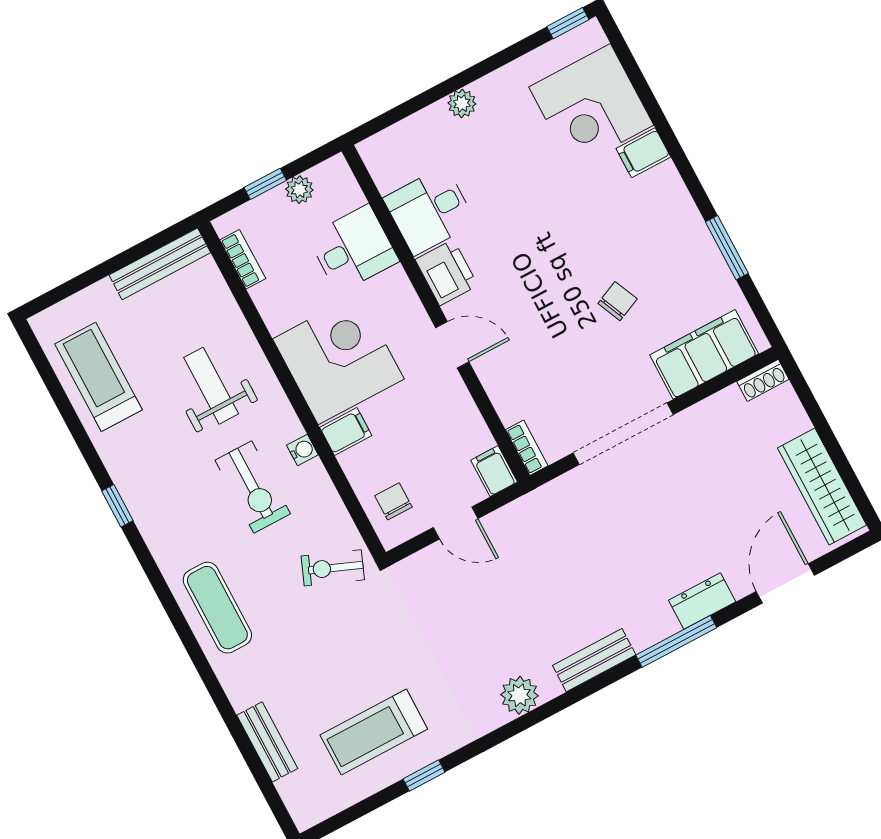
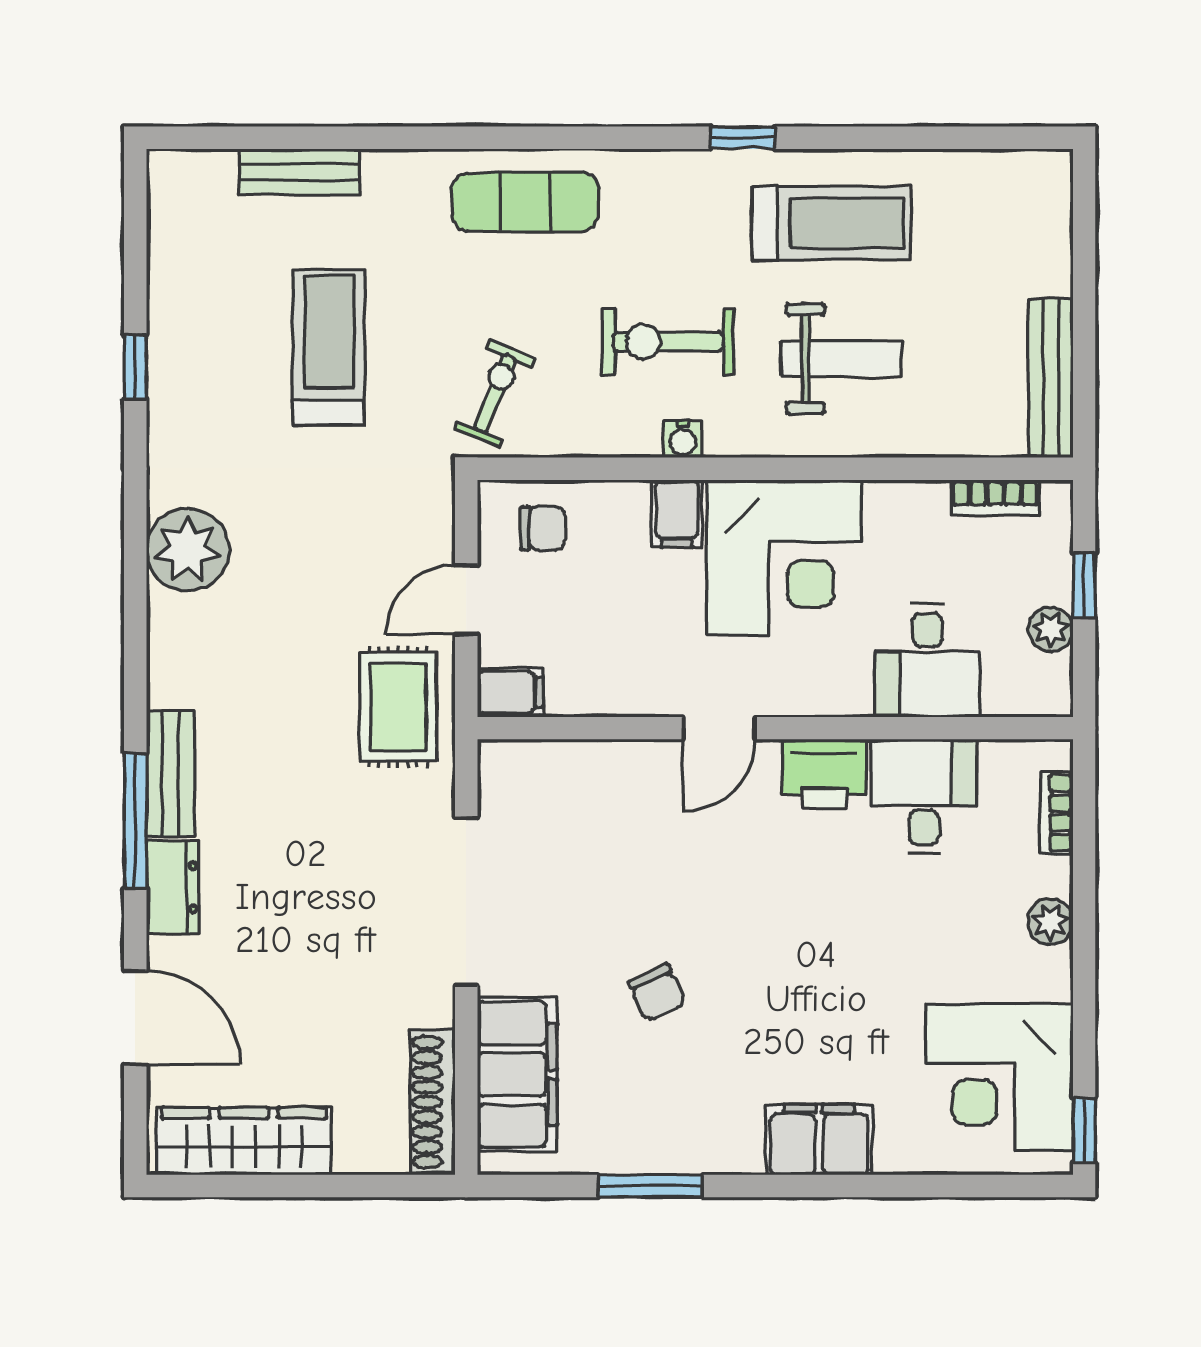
corner desk: (591, 106) -> (999, 1077), moved, turned -90
filing cabinet: (643, 153) -> (819, 1140), width x2.00
treadmill: (99, 377) -> (831, 223), moved
shoe rack: (763, 380) -> (433, 1102), width x1.94, depth x1.24
bookcase: (527, 448) -> (1057, 813), moved, turned 90
rug: (535, 529) -> (398, 707), added
bench: (594, 660) -> (170, 774), moved
plant: (519, 695) -> (188, 550), width x1.36, depth x1.36
treadmill: (374, 732) -> (329, 347), moved

